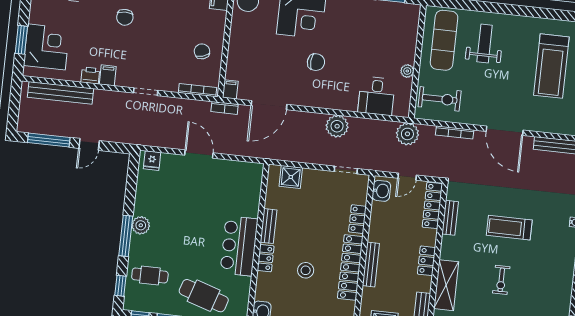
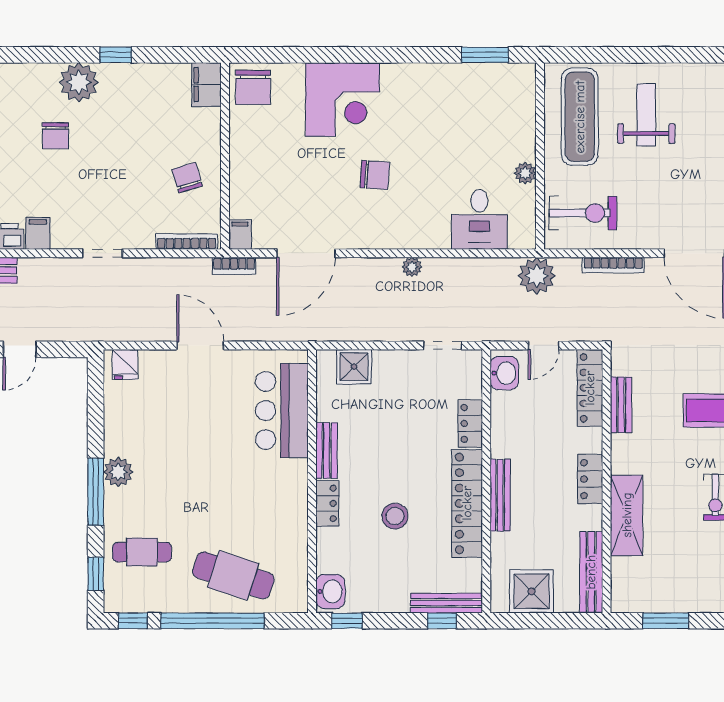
plant: (337, 126) -> (412, 267), width x0.53, depth x0.53
bar counter: (239, 246) -> (282, 411), moved

